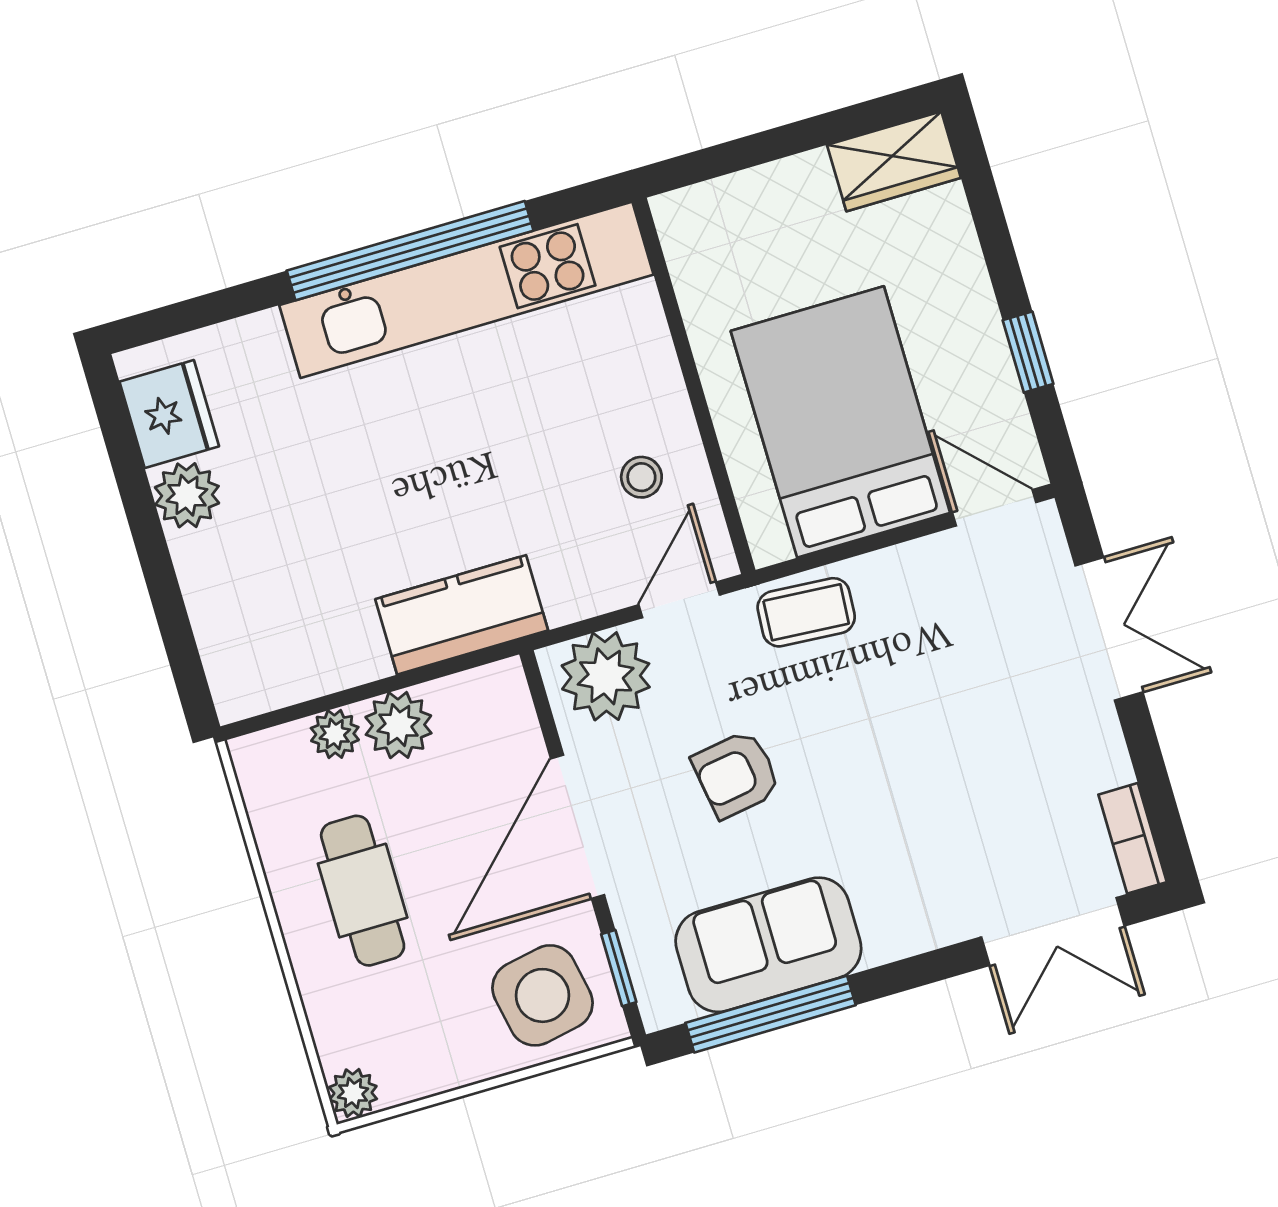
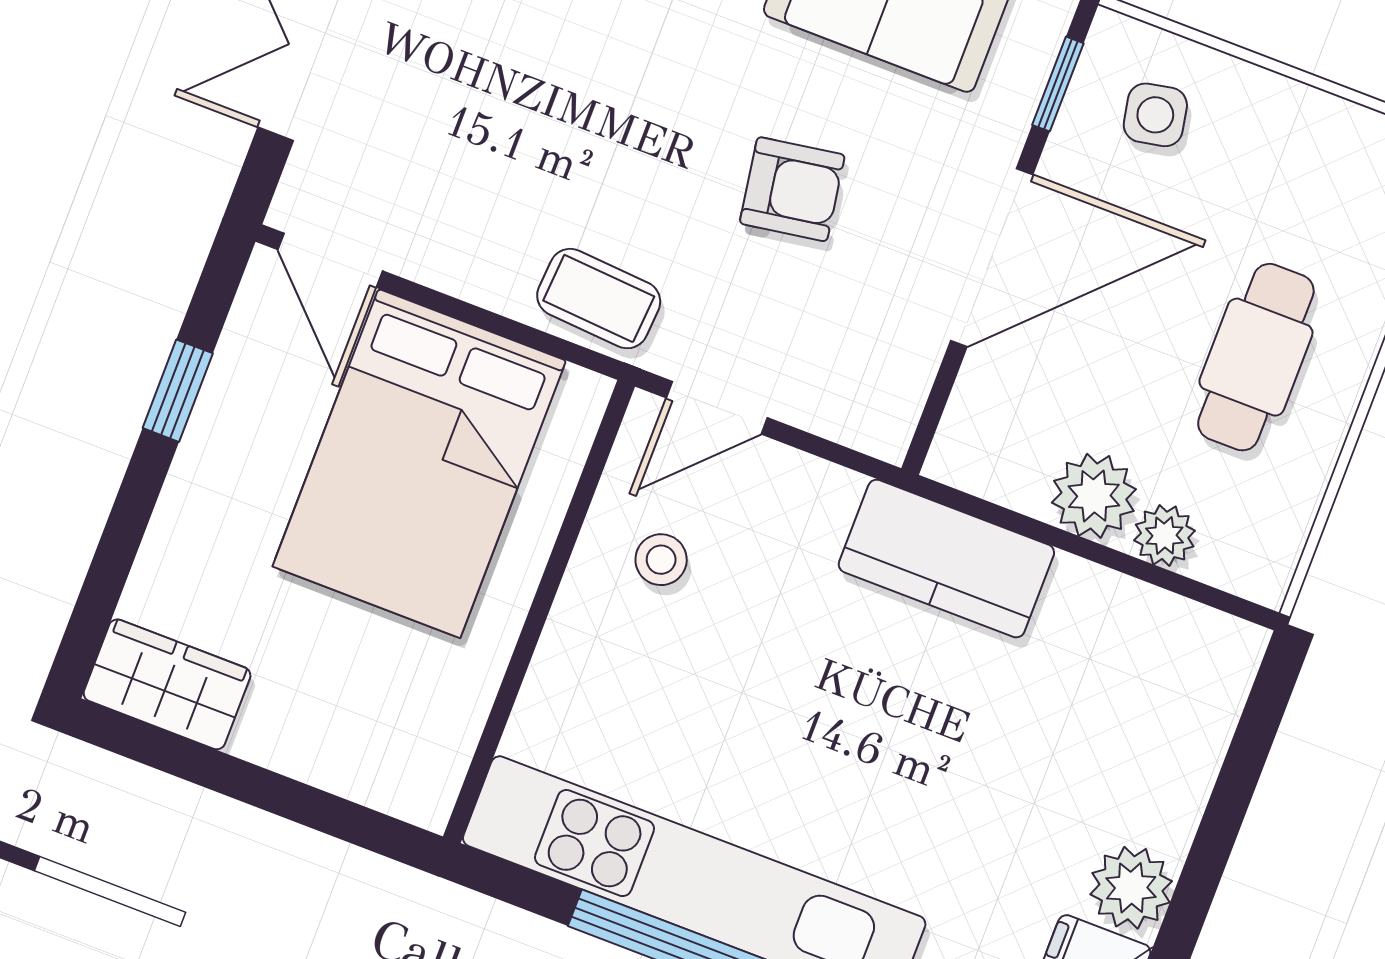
plant: (606, 676) -> (849, 387), removed
side table: (542, 995) -> (1155, 115), width x0.54, depth x0.54

